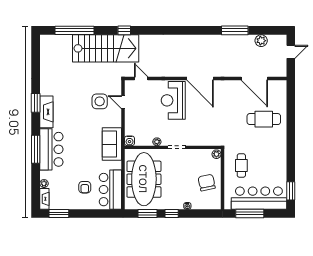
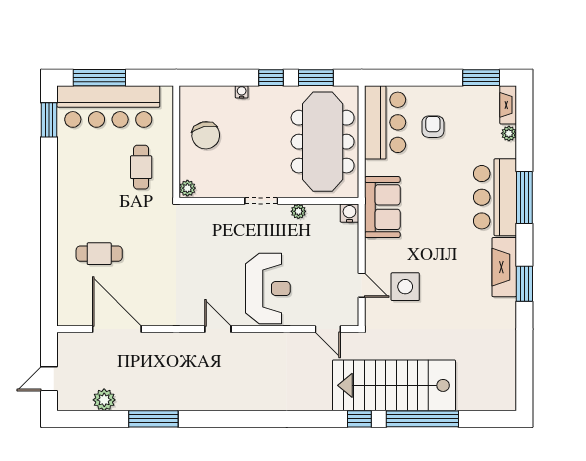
window: (74, 30) -> (422, 419), moved
door: (200, 79) -> (218, 329), width x0.53
cafe table: (264, 119) -> (99, 254), width x0.73, depth x0.74
window: (250, 214) -> (99, 78), moved

